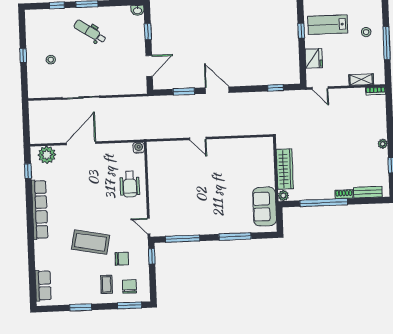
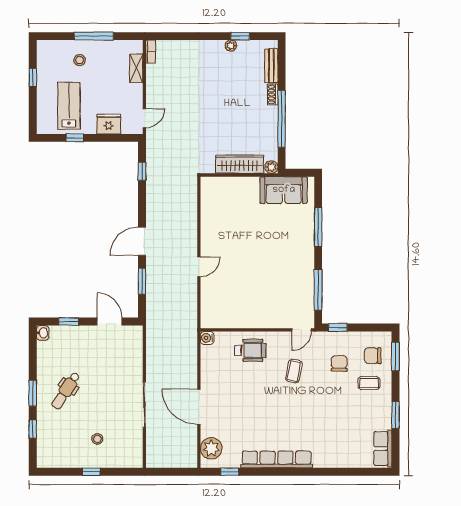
lab bench: (328, 25) -> (69, 106), turned 180
plant: (383, 144) -> (231, 46), moved
coffee table: (91, 242) -> (294, 371), moved, width x0.54, depth x0.58
row of seats: (43, 286) -> (383, 448), moved, turned -90

